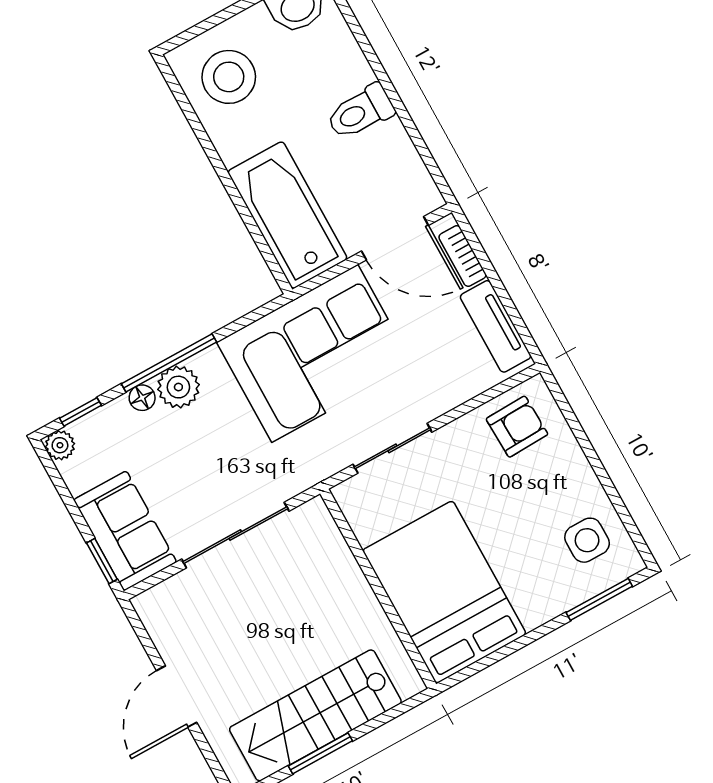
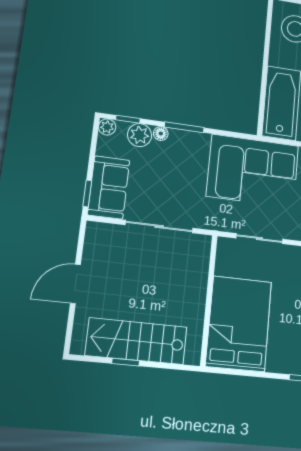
window: (169, 363) -> (184, 127), width x0.69
plant: (178, 387) -> (140, 135), moved
window: (320, 753) -> (126, 362), width x0.67

